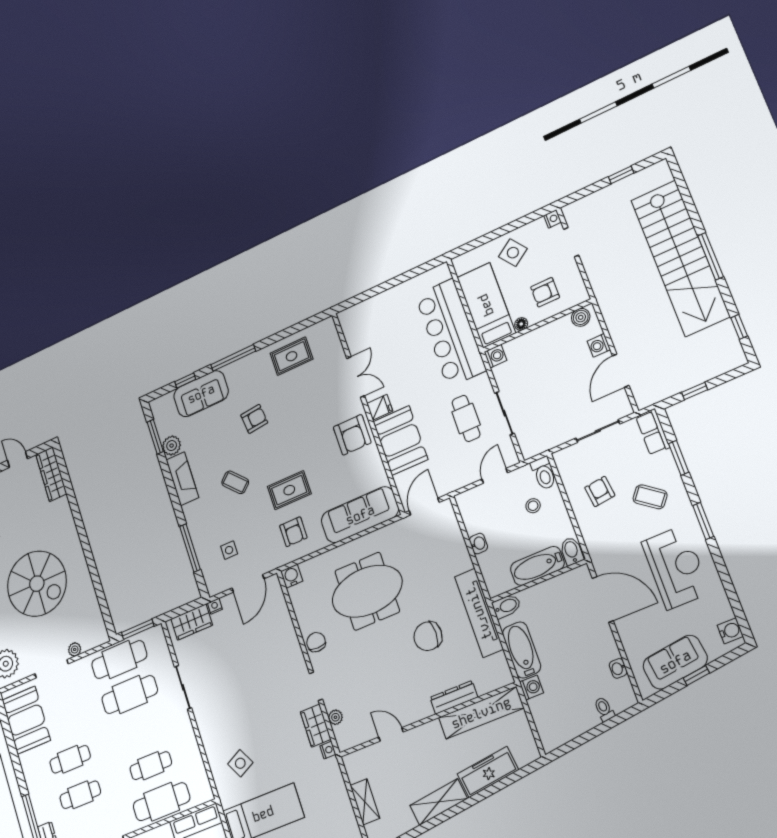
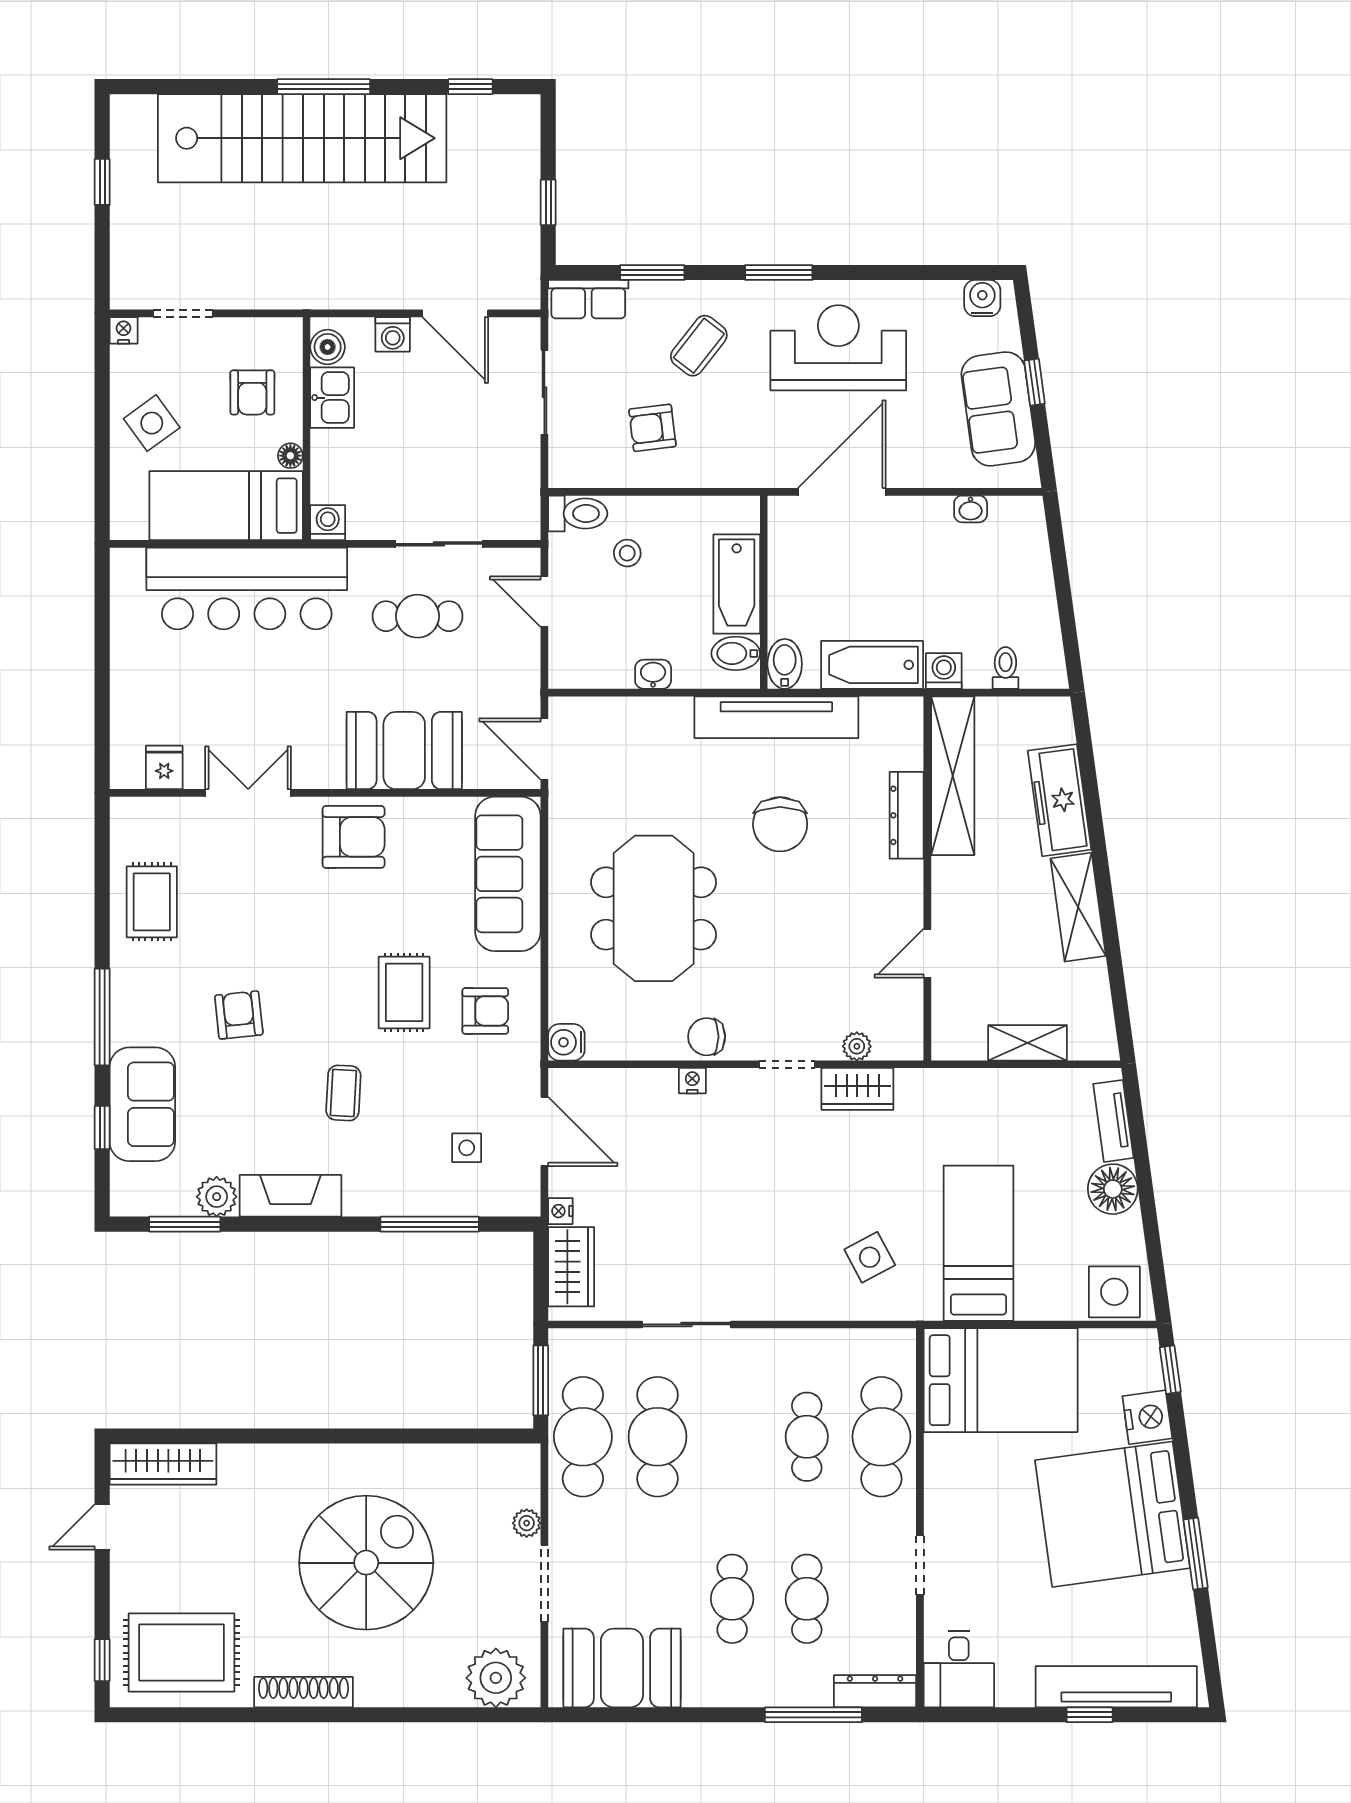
kitchen sink: (557, 331) -> (332, 398), added
fridge: (380, 407) -> (164, 767), moved
coffee table: (235, 482) -> (343, 1093), turned -44
bidet: (572, 551) -> (736, 653), moved
toilet: (604, 709) -> (1005, 668), moved, turned 98
nightstand: (328, 750) -> (692, 1081), moved

